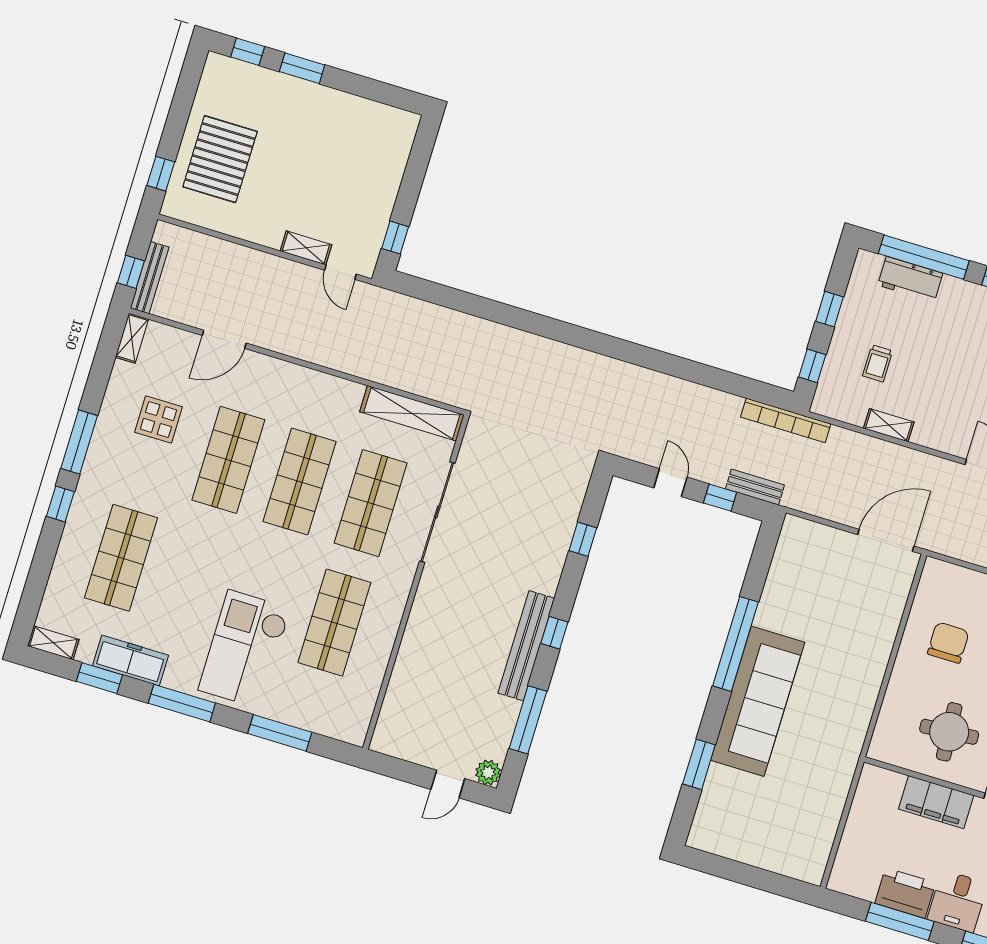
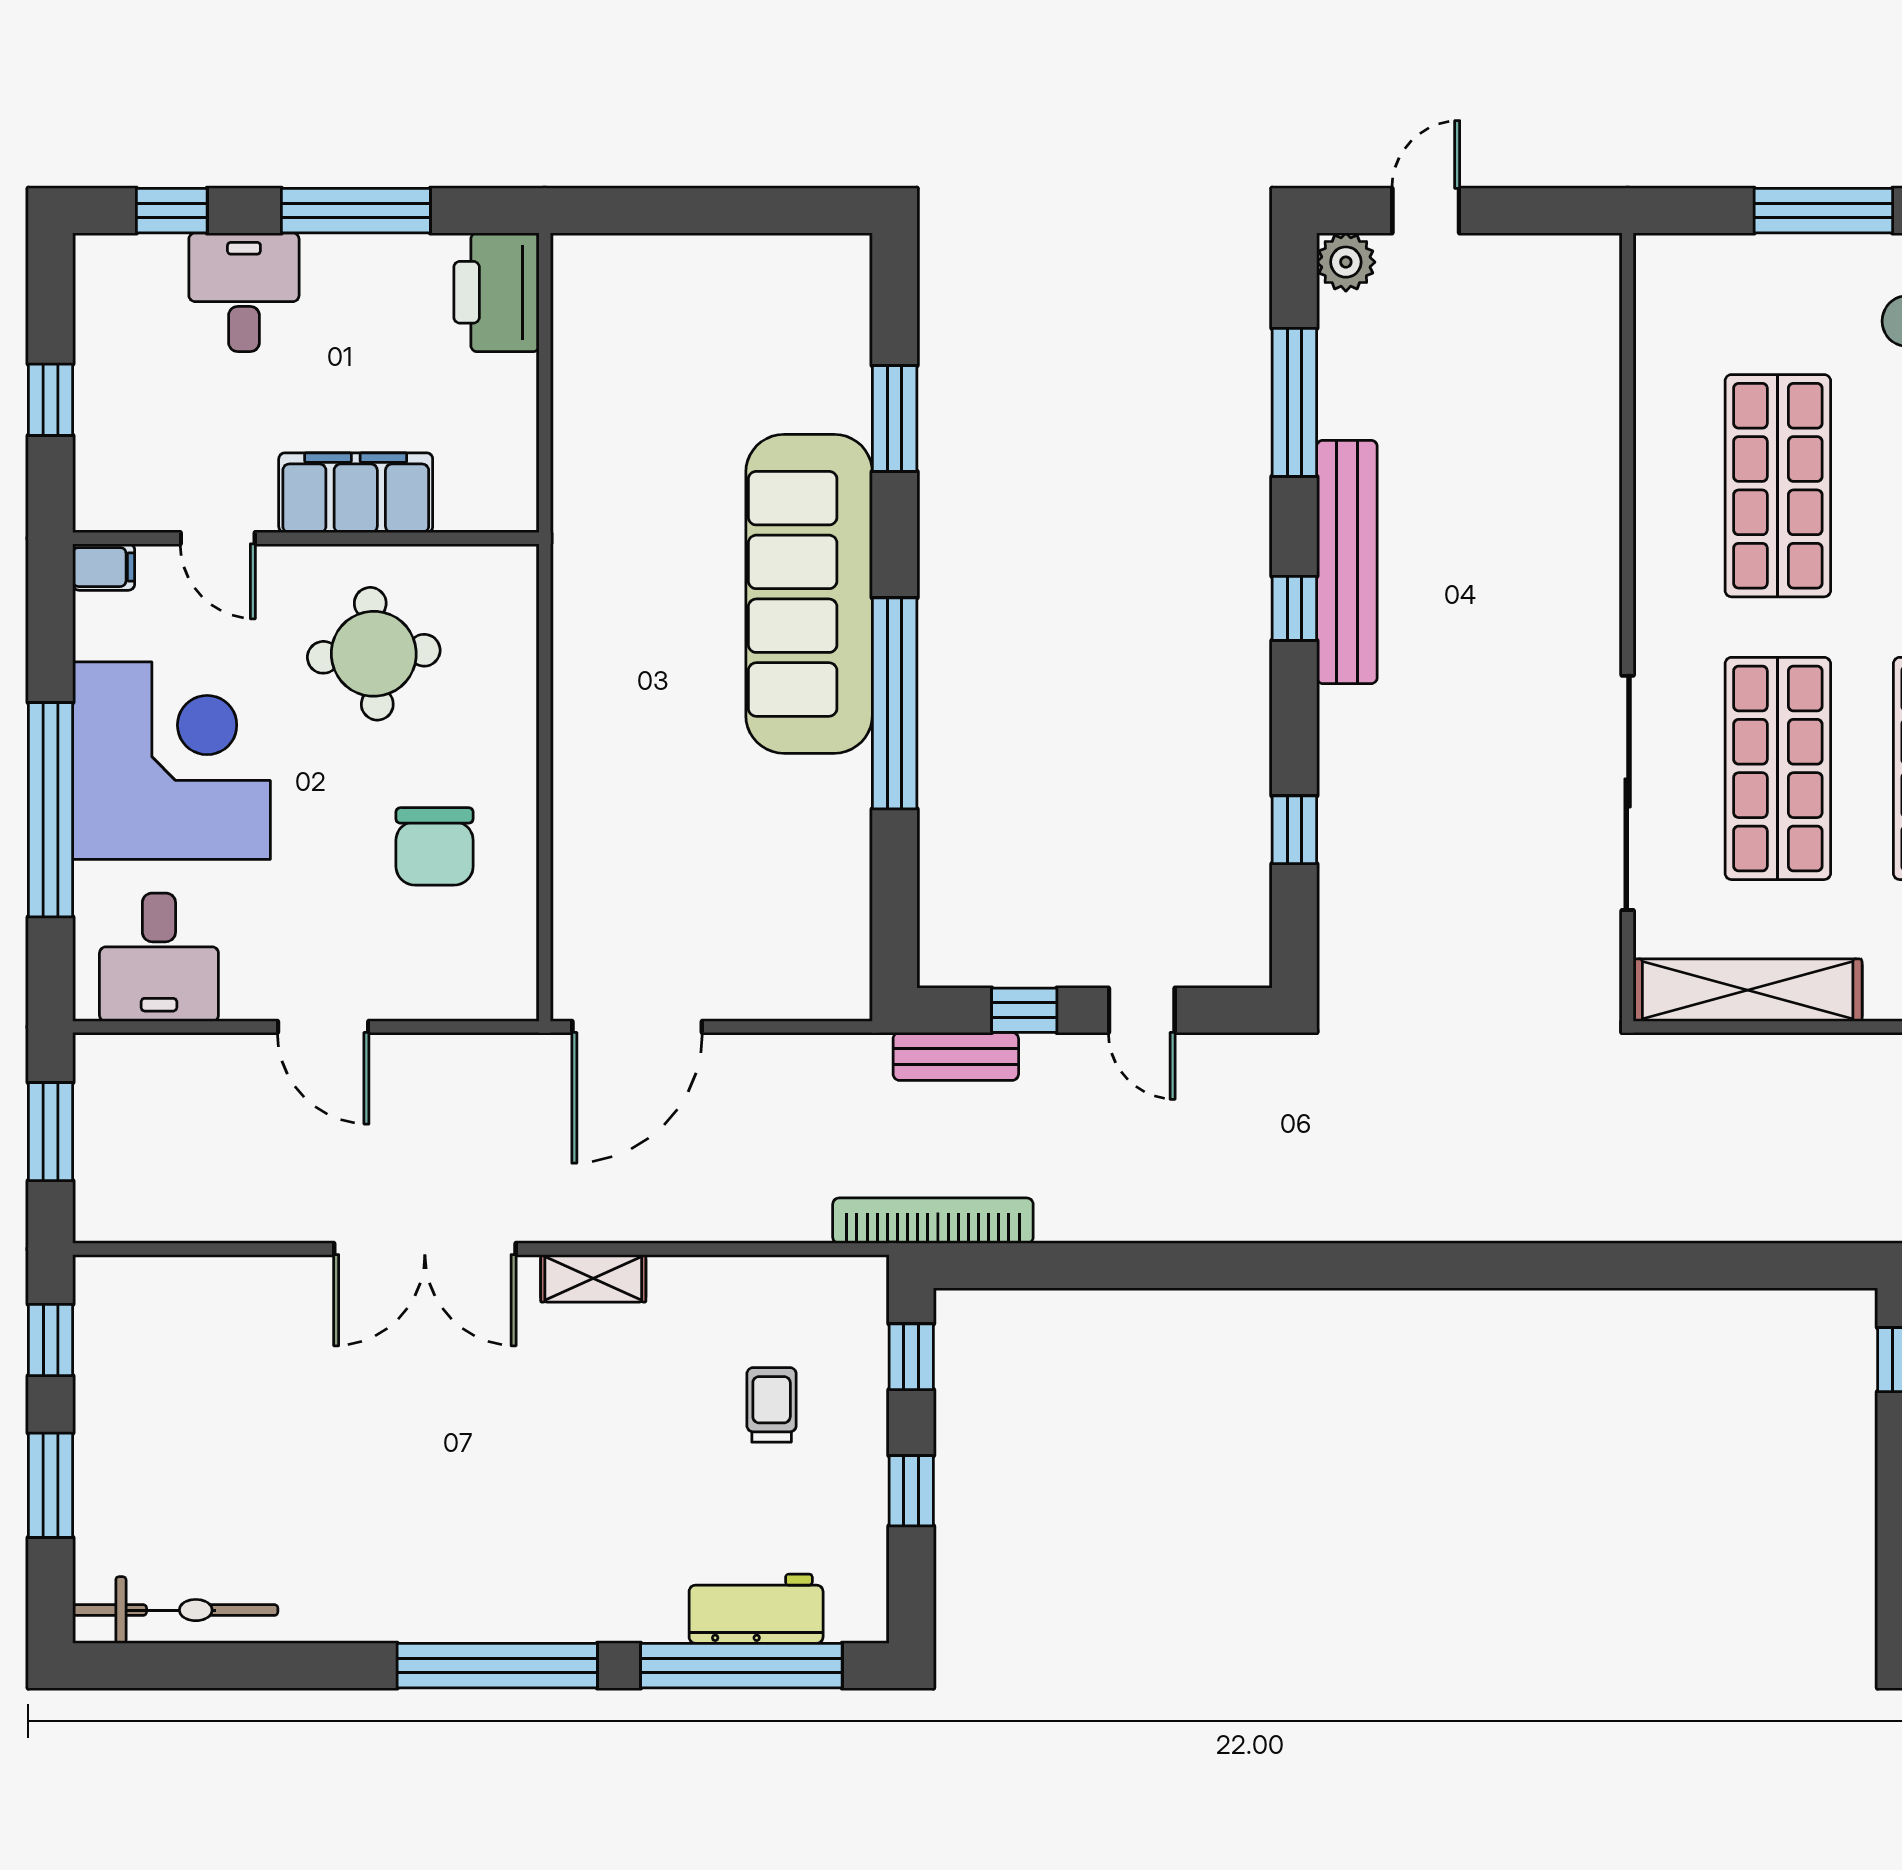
shelving: (889, 425) -> (593, 1278), moved
printer: (905, 893) -> (496, 292), moved, turned 90

